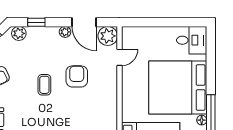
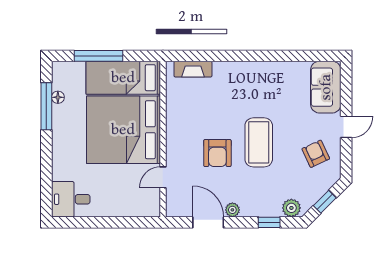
plant: (108, 36) -> (178, 205), removed
coffee table: (44, 85) -> (259, 142), width x1.86, depth x1.72
bed: (178, 88) -> (123, 130), moved, turned 180

